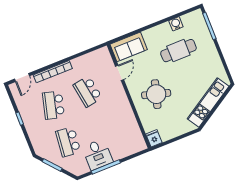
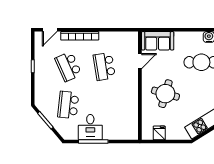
school desk: (54, 105) -> (68, 66), turned -39
fridge: (154, 138) -> (159, 133), moved

